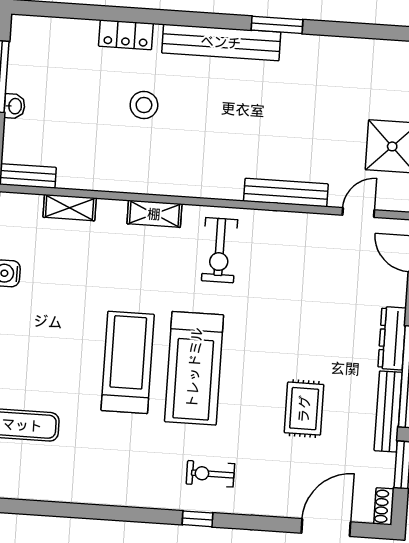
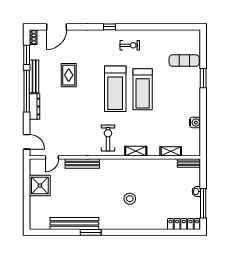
locker: (126, 35) -> (184, 224), moved, width x1.53
bench: (221, 42) -> (74, 223), moved
stool: (144, 105) -> (130, 199), moved
treadmill: (194, 368) -> (115, 89), turned 180
exercise bike: (210, 474) -> (130, 45), moved

